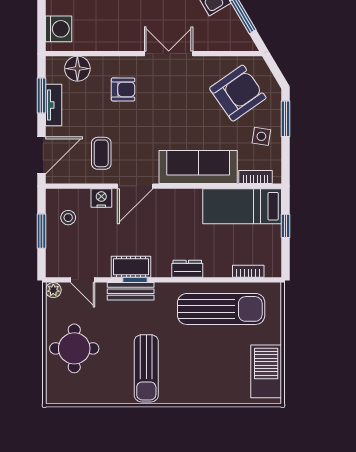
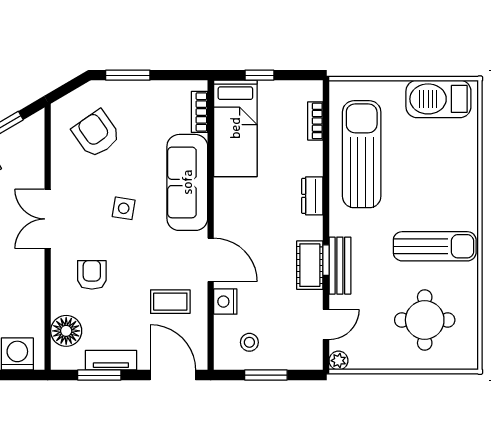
armchair: (238, 93) -> (96, 134), width x0.73, depth x0.73
side table: (261, 136) -> (124, 208), moved
round table: (74, 348) -> (425, 320), moved

